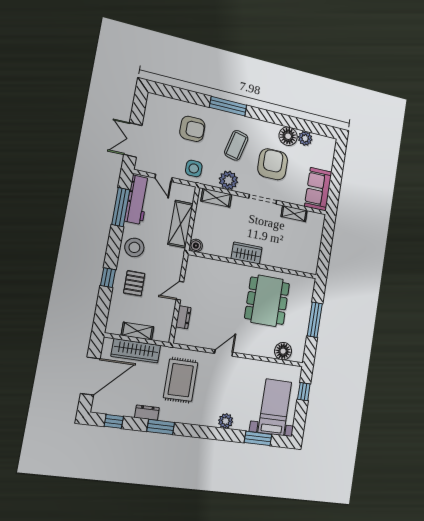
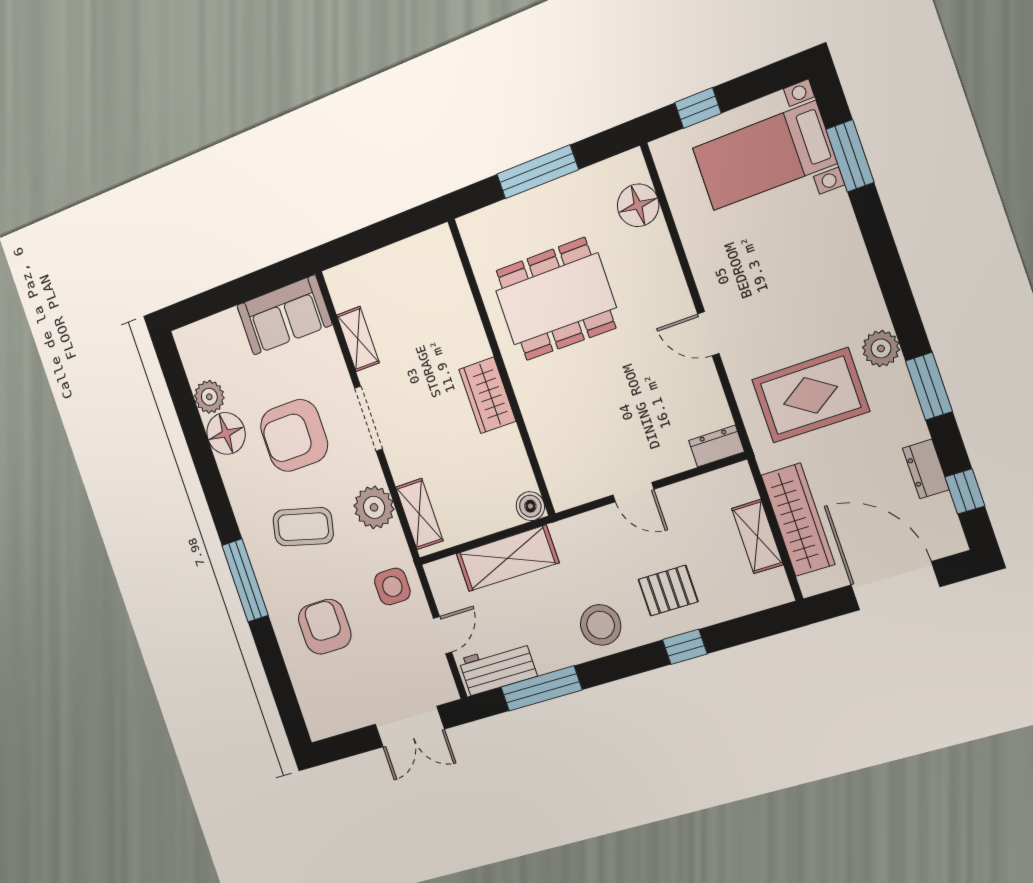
workbench: (137, 200) -> (498, 668), width x0.73
dresser: (183, 317) -> (716, 446), moved
dresser: (147, 413) -> (926, 469), moved
plant: (226, 421) -> (881, 348), moved

